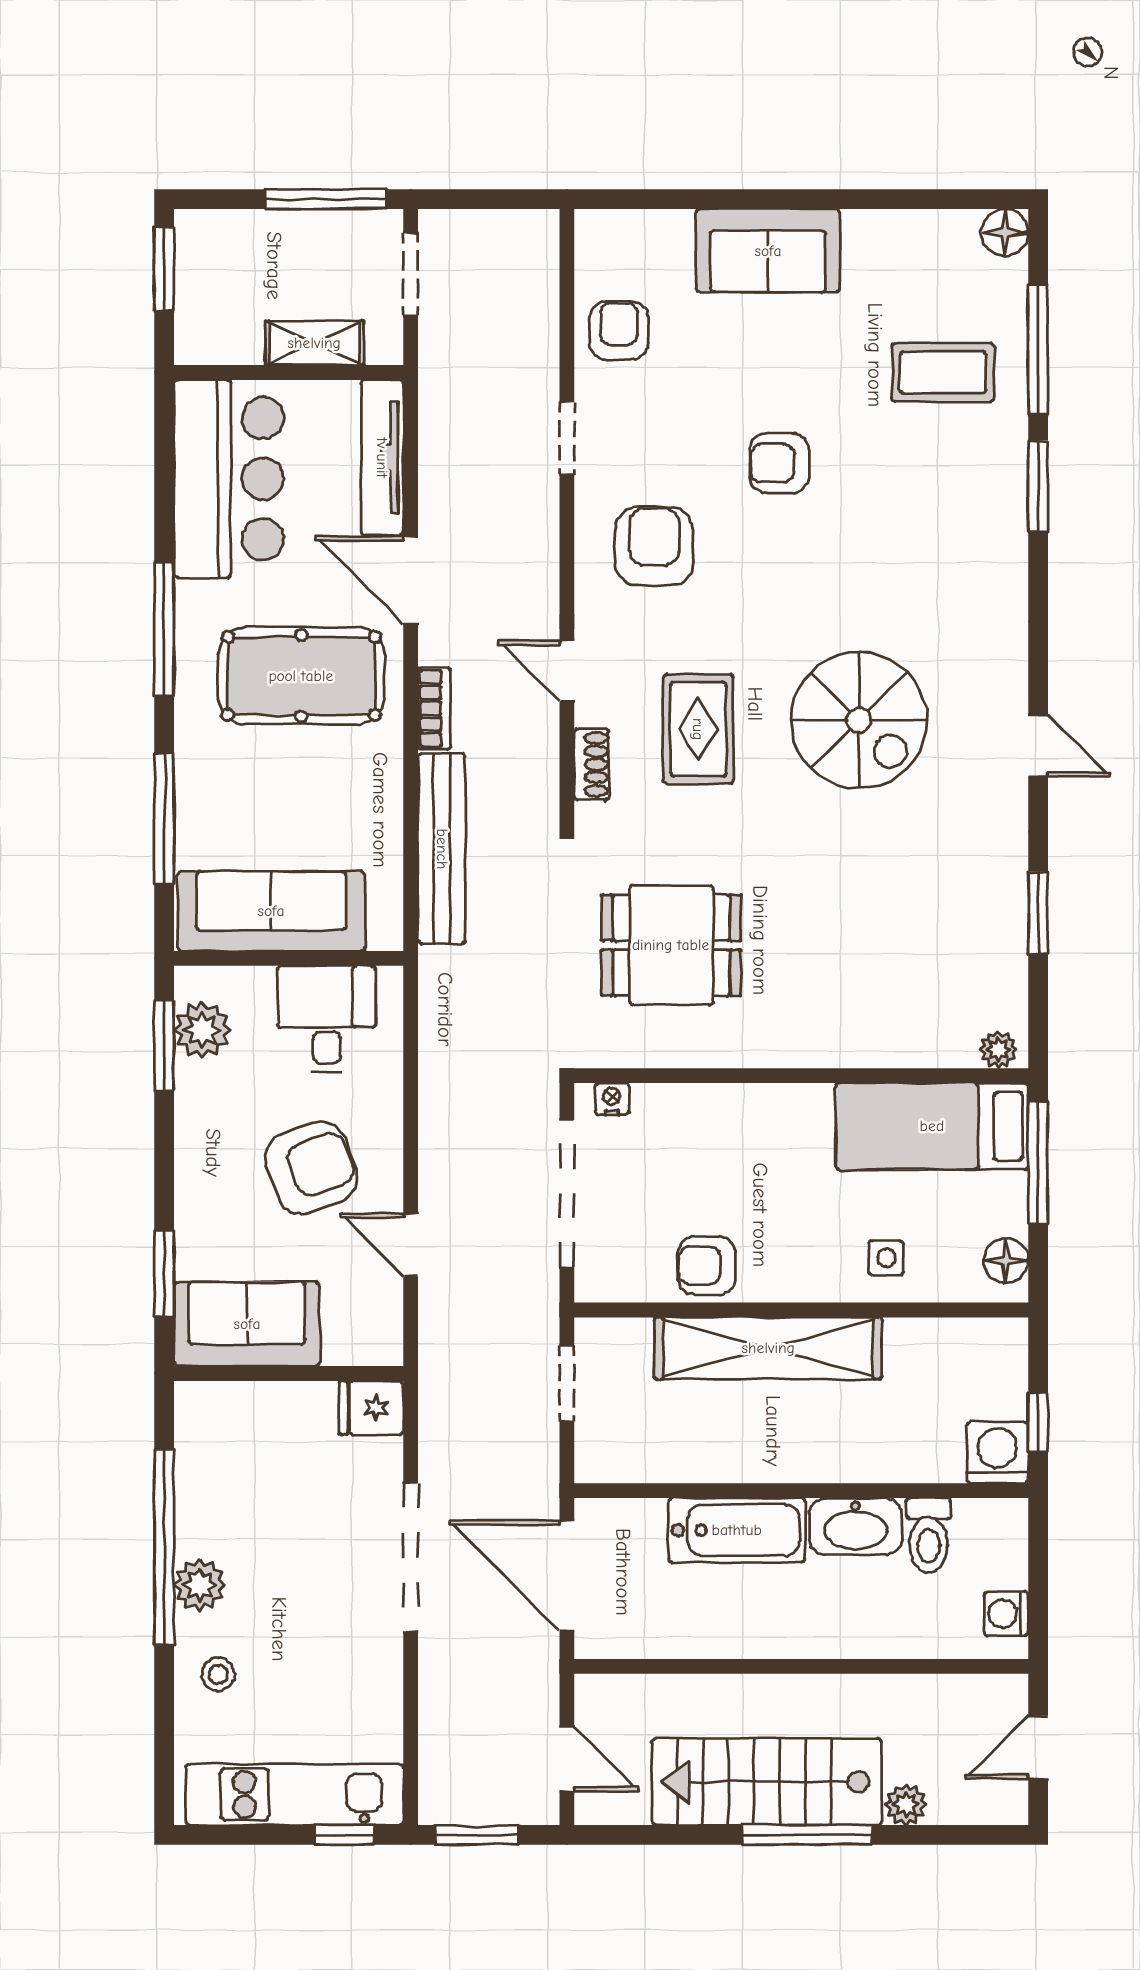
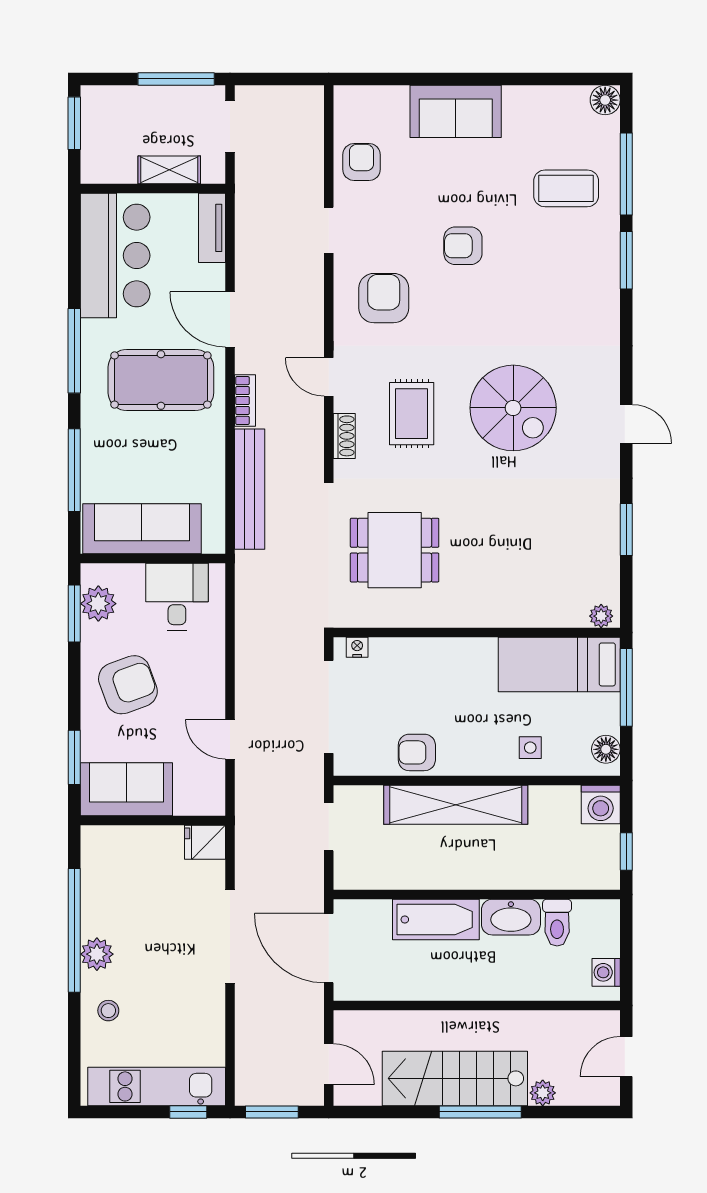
tv unit: (382, 458) -> (212, 228), width x0.71
armchair: (311, 1168) -> (128, 685), moved
washing machine: (998, 1453) -> (601, 804), moved, turned 180

